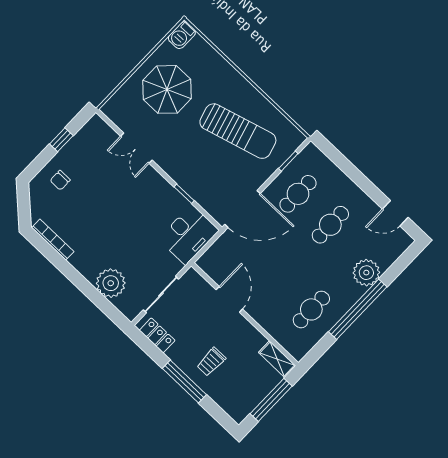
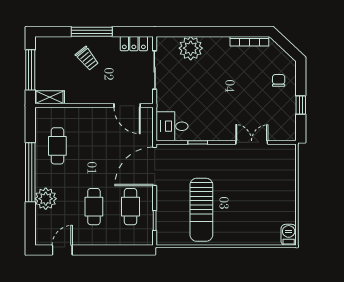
parasol: (167, 89) -> (267, 194), removed
sun lounger: (238, 131) -> (201, 210), turned -74
desk: (189, 235) -> (172, 126), width x0.73
door: (229, 299) -> (127, 106), moved
trolley: (211, 362) -> (87, 58), turned 141

